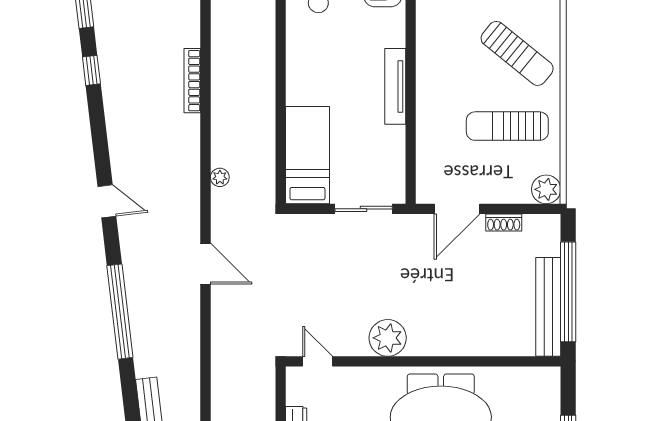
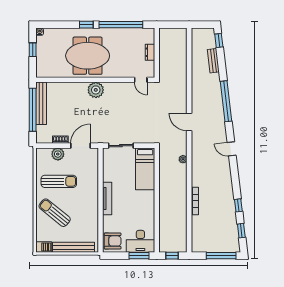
plant: (546, 189) -> (58, 154), moved
plant: (388, 338) -> (96, 90), moved

